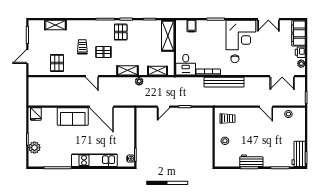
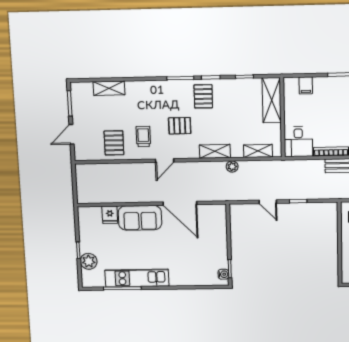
trolley: (82, 47) -> (143, 136), moved
door: (92, 76) -> (165, 161), hinge flipped
door: (164, 107) -> (268, 202), hinge flipped
fridge: (36, 114) -> (110, 215), moved
kitchen unit: (94, 160) -> (137, 278), moved

